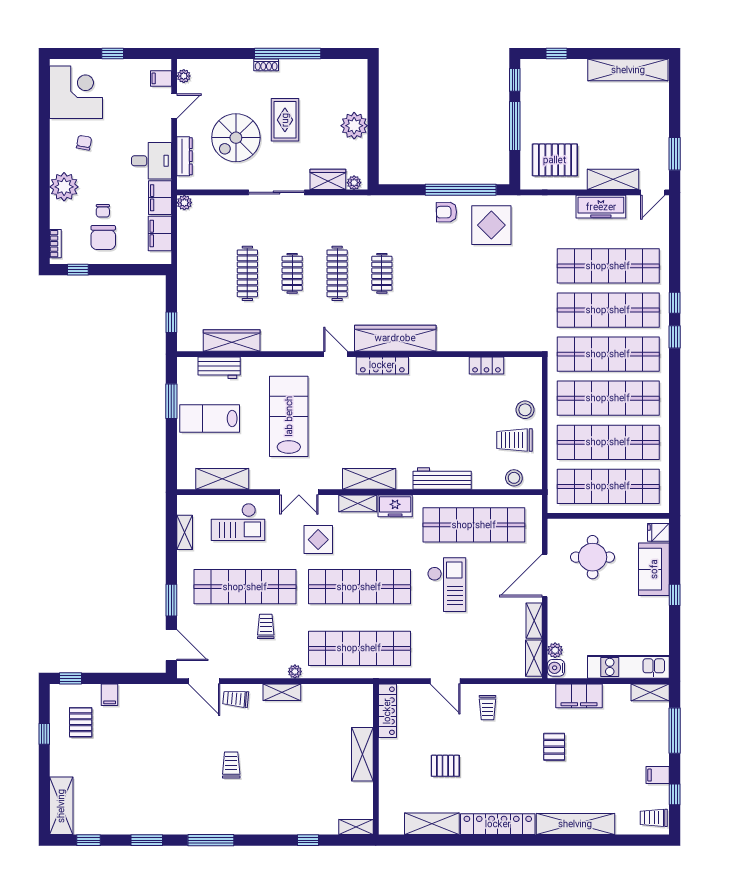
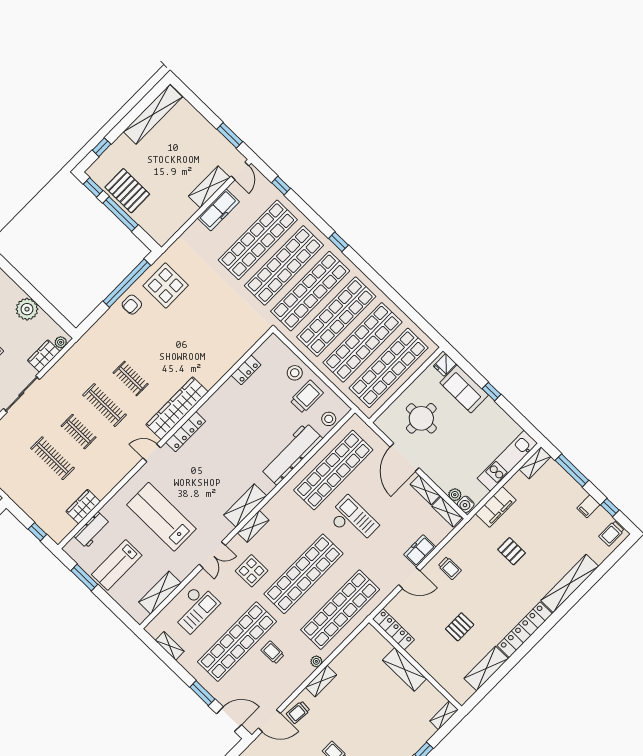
pallet: (555, 160) -> (127, 191), moved, turned 90
window: (675, 303) -> (281, 185), moved
wardrobe: (232, 340) -> (83, 507), width x0.67
trolley: (514, 440) -> (307, 397), turned 180
workbench: (442, 479) -> (291, 454), width x1.36, depth x1.32
freezer: (395, 506) -> (420, 551), moved, turned 180

